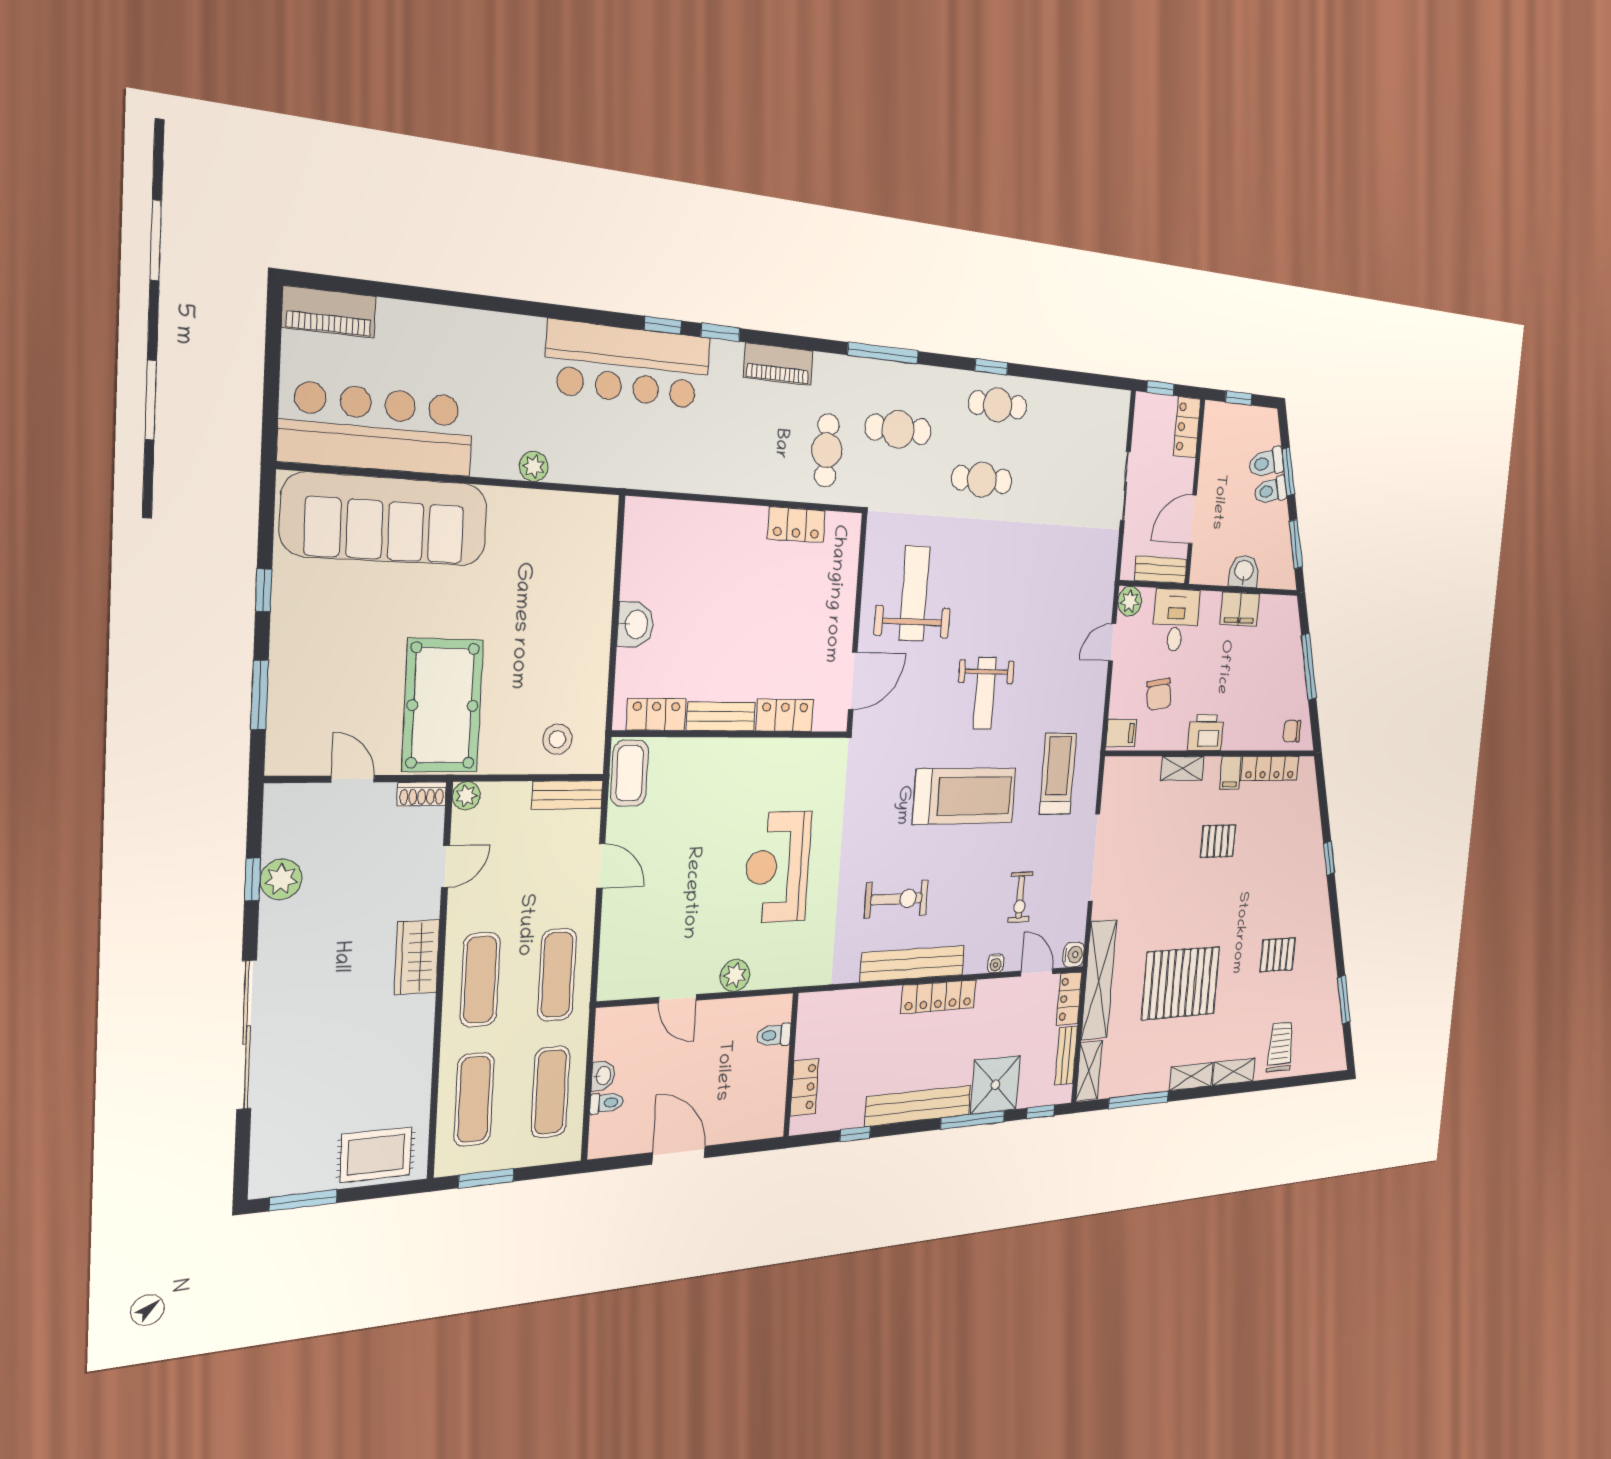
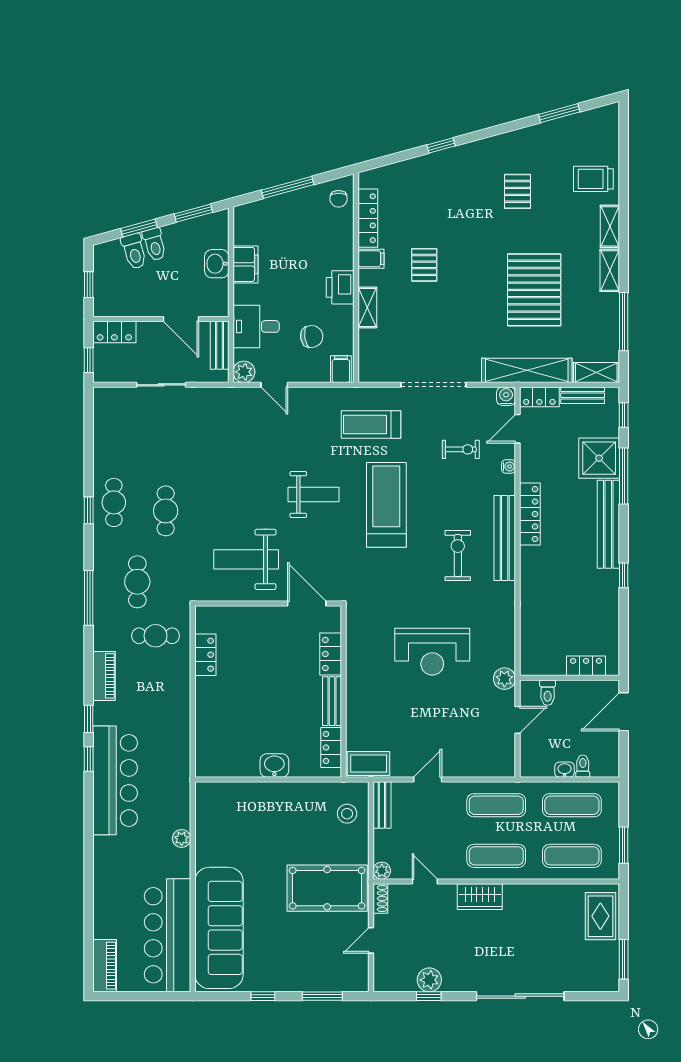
toilet: (774, 1035) -> (548, 693), moved
wall: (791, 1065) -> (569, 678), moved
locker: (804, 1087) -> (586, 666), moved

